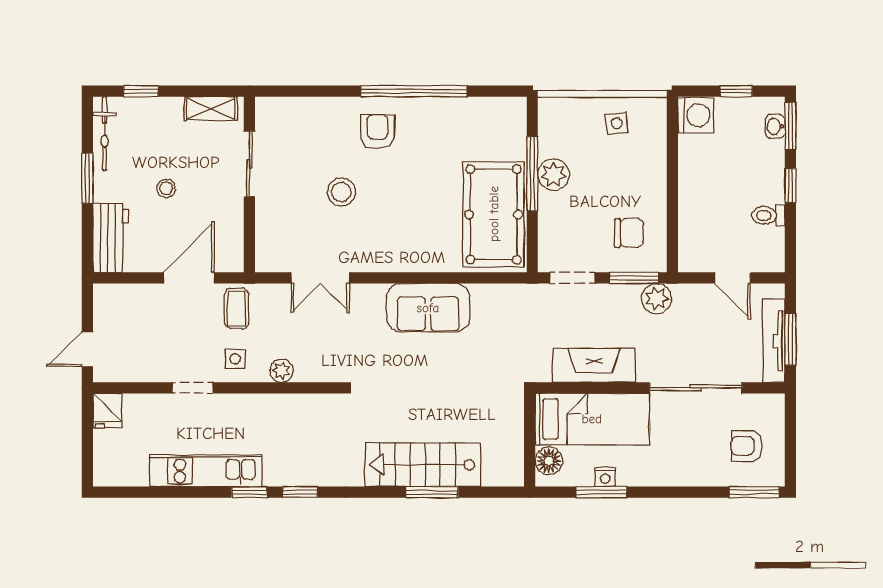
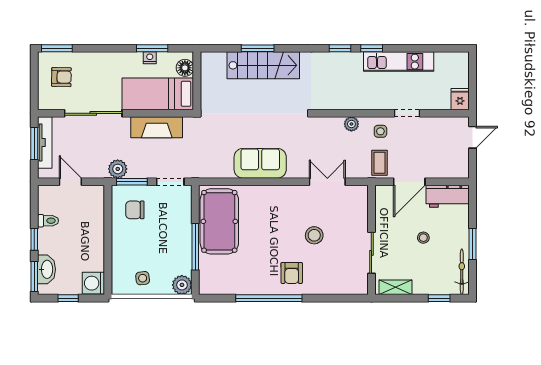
washbasin: (775, 126) -> (47, 269), width x1.91, depth x1.45
plant: (553, 174) -> (182, 285), moved
workbench: (111, 238) -> (448, 196), moved, turned -90

